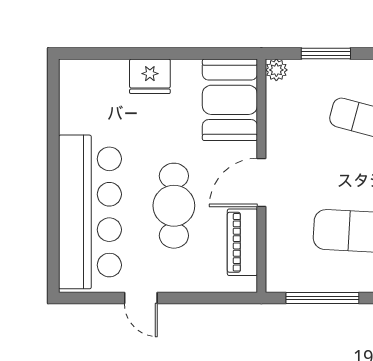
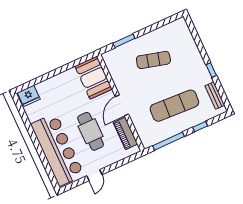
plant: (276, 70) -> (107, 57), removed
fridge: (150, 76) -> (29, 96), moved
door: (141, 298) -> (94, 175), hinge flipped

